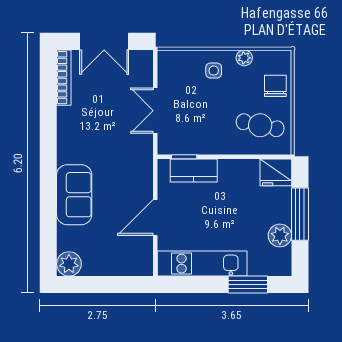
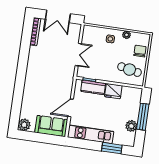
double door: (155, 111) -> (78, 55), swing flipped
fridge: (276, 172) -> (113, 91), moved
sofa: (74, 195) -> (51, 126), moved, turned -90

